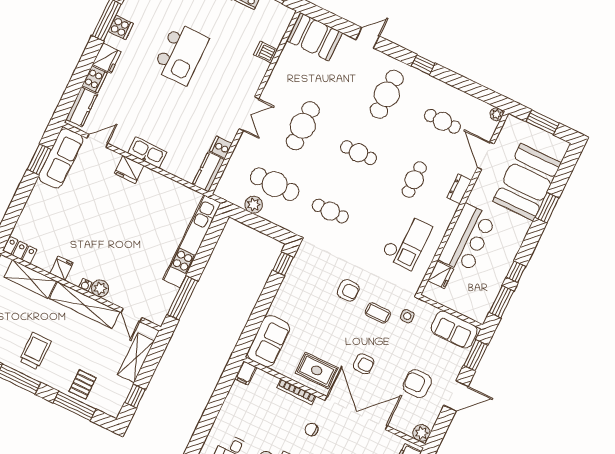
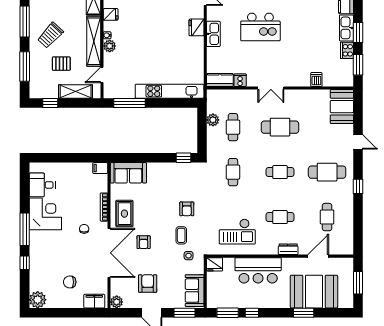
kitchen island: (181, 54) -> (260, 27), moved
plant: (496, 114) -> (349, 250), removed
cafe table: (359, 153) -> (280, 172), turned 90
cafe table: (275, 184) -> (233, 127), width x0.73, depth x0.74
fridge: (441, 275) -> (215, 264), moved
trolley: (35, 351) -> (50, 35), moved, turned 133
pallet: (83, 384) -> (61, 64), moved

